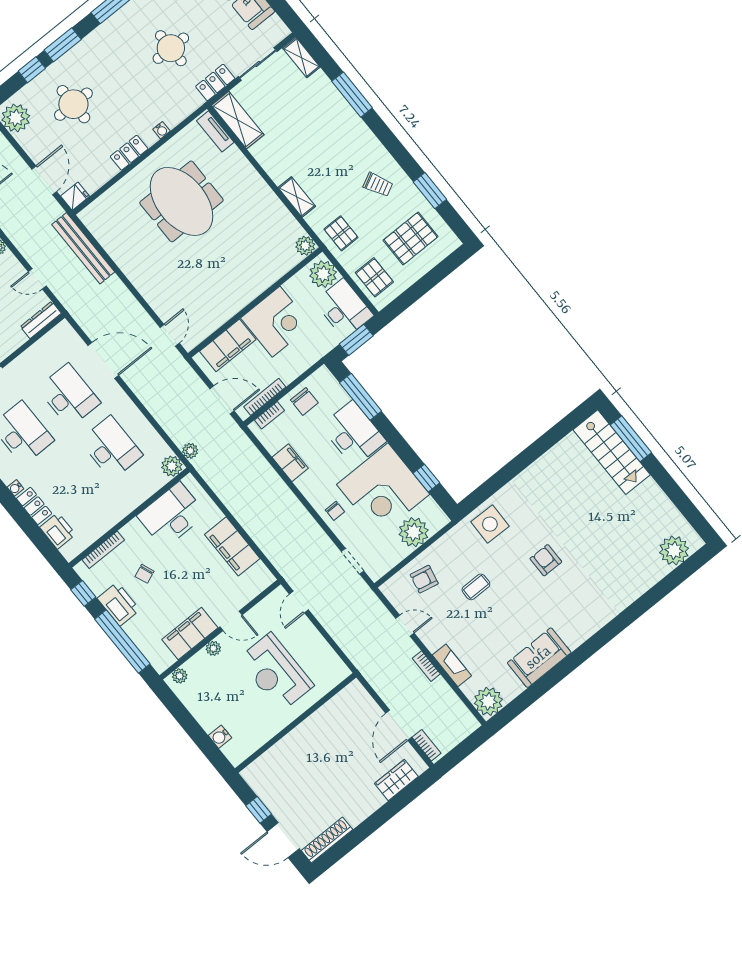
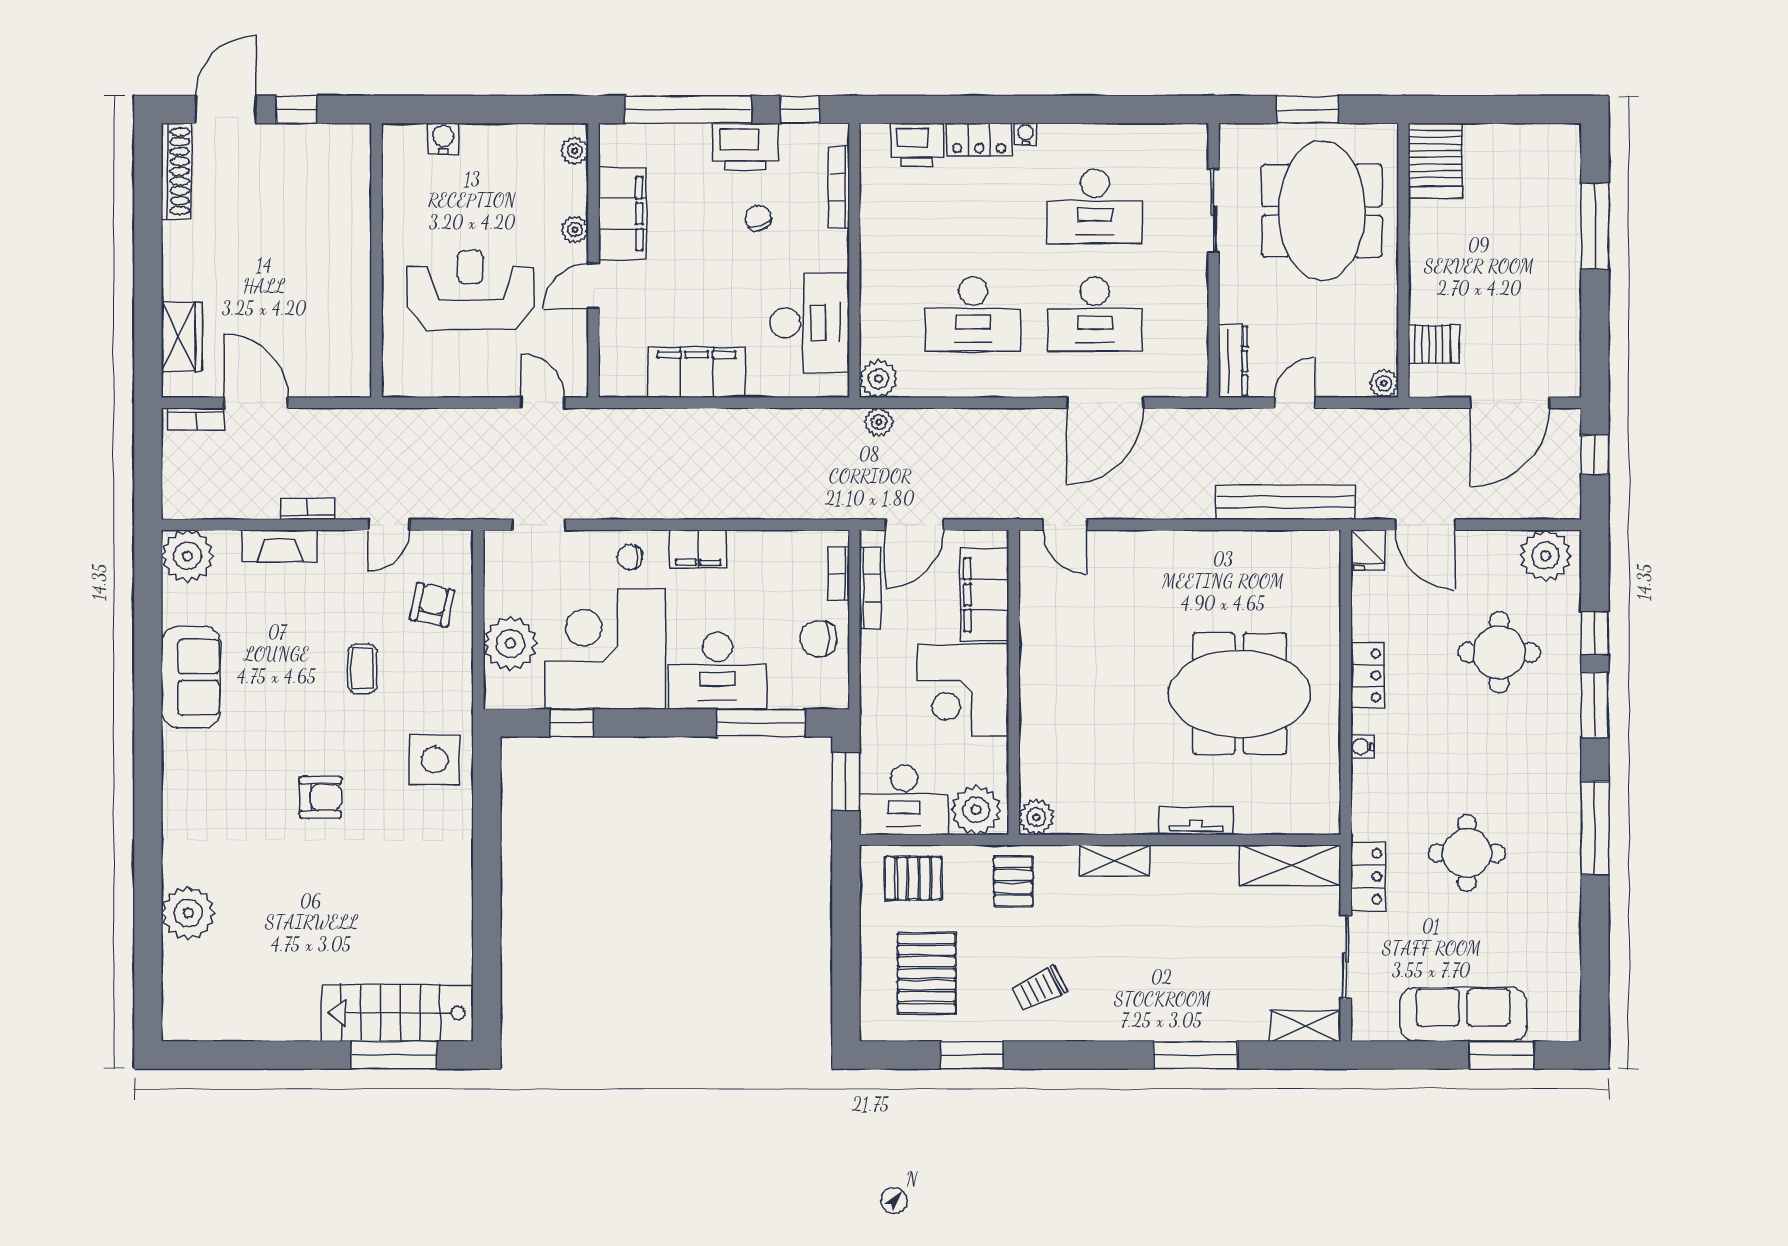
tv unit: (215, 131) -> (1196, 821), moved
pallet: (341, 233) -> (1013, 882), turned 90
filing cabinet: (290, 463) -> (698, 549), moved
plant: (674, 550) -> (188, 913), moved

